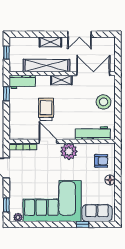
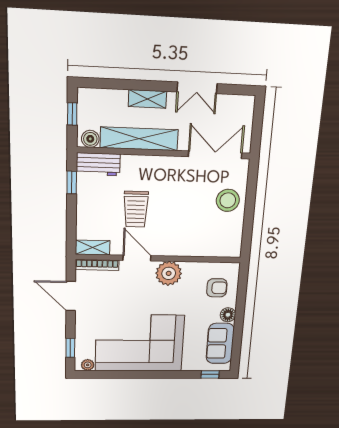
boiler: (17, 67) -> (90, 139), added
shelving: (61, 80) -> (93, 247), moved
trolley: (46, 109) -> (136, 209), turned 180
workbench: (93, 133) -> (207, 247), removed
sofa: (97, 213) -> (220, 343), moved, turned -90
window: (83, 224) -> (210, 374), moved

